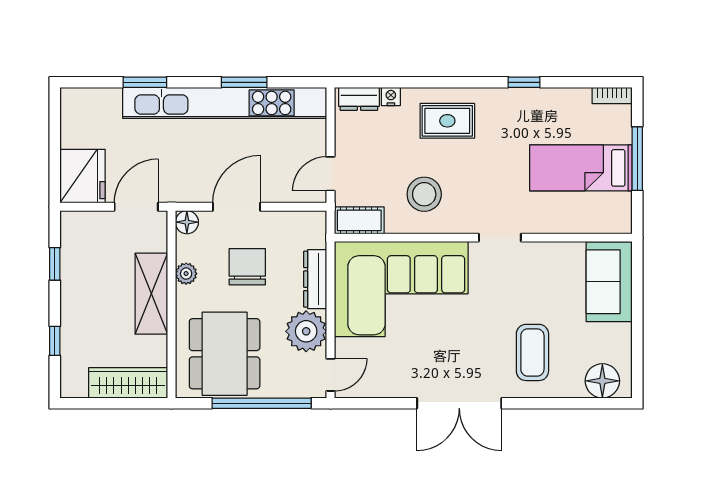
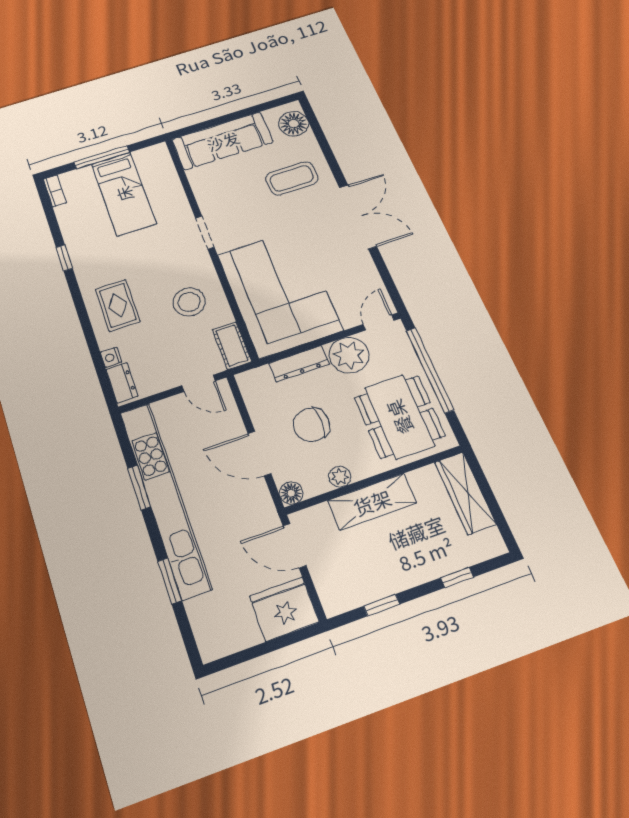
sofa: (609, 282) -> (223, 141), width x1.36
dining table: (225, 354) -> (399, 417), turned 90
door: (331, 375) -> (379, 322), hinge flipped

